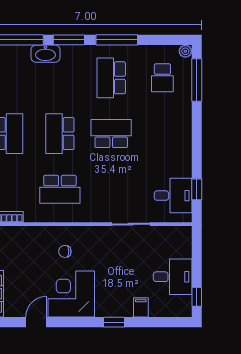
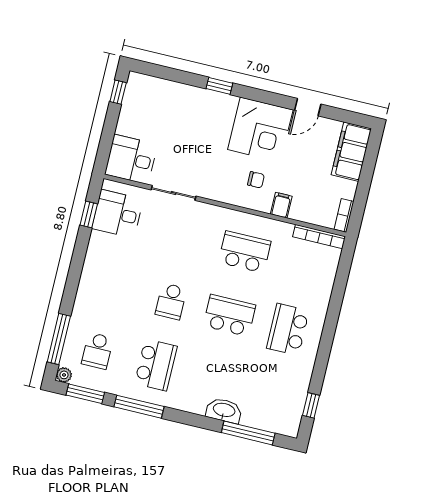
window: (69, 40) -> (85, 394), moved
school desk: (162, 78) -> (97, 351), turned 180
school desk: (60, 134) -> (229, 315), turned -90
school desk: (111, 134) -> (171, 301), width x0.54
desk: (173, 277) -> (131, 159), moved
filing cabinet: (141, 307) -> (281, 205), moved, turned 180

